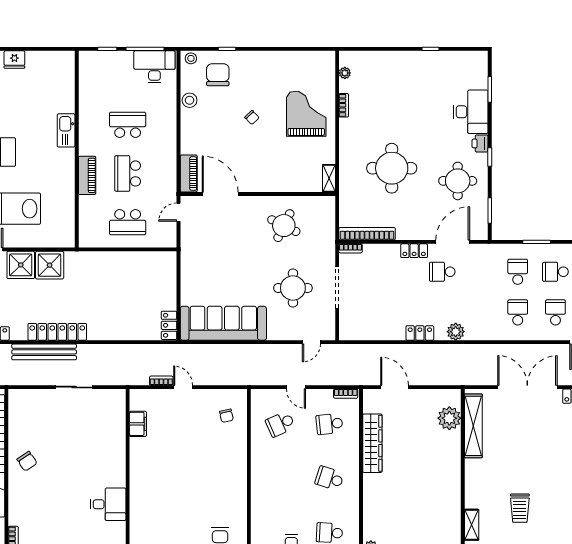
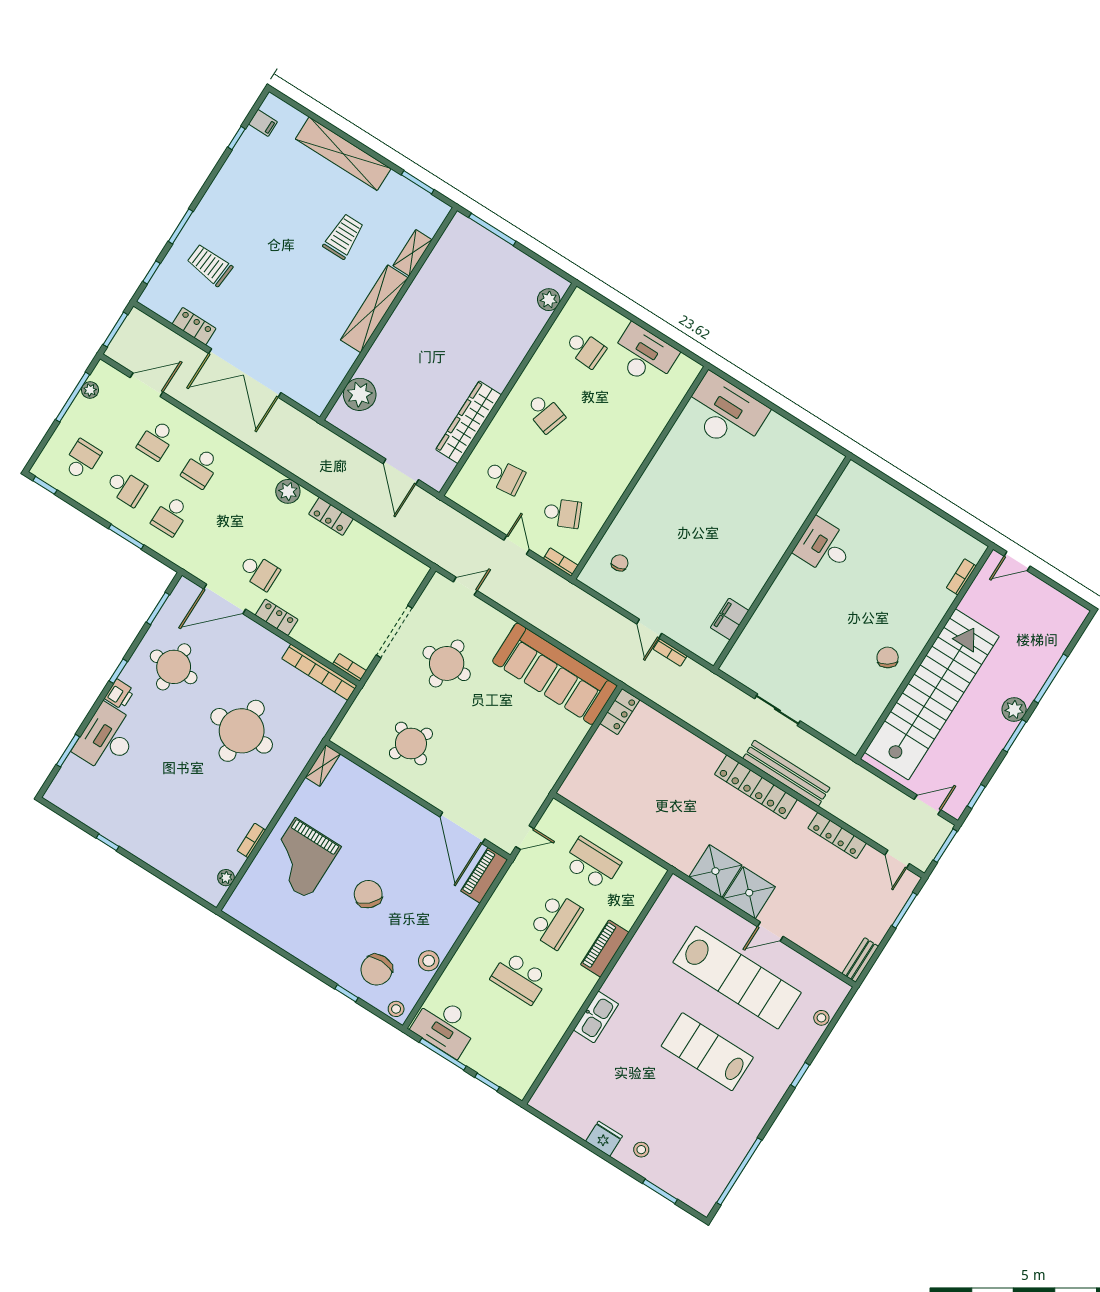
chair: (252, 118) -> (368, 894), width x1.87, depth x1.87
bookcase: (346, 394) -> (561, 562), moved
shelving: (473, 426) -> (374, 309), moved

